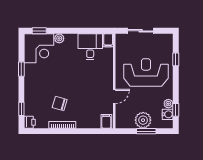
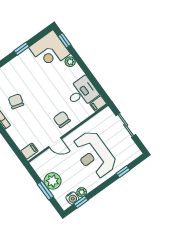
reception desk: (146, 72) -> (94, 155), turned 180
chair: (100, 78) -> (62, 119), added

